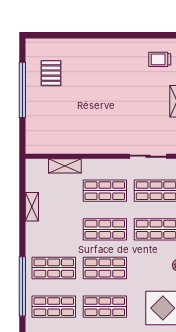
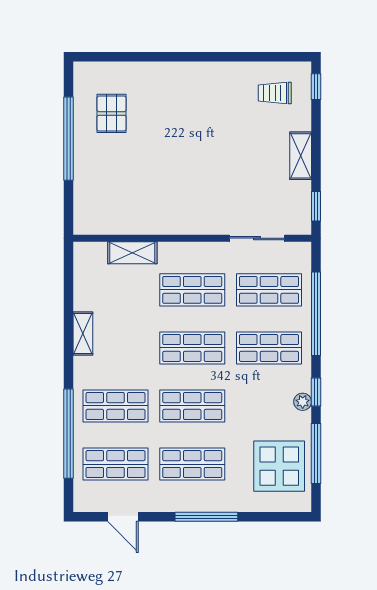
shelving: (32, 207) -> (83, 334), moved

